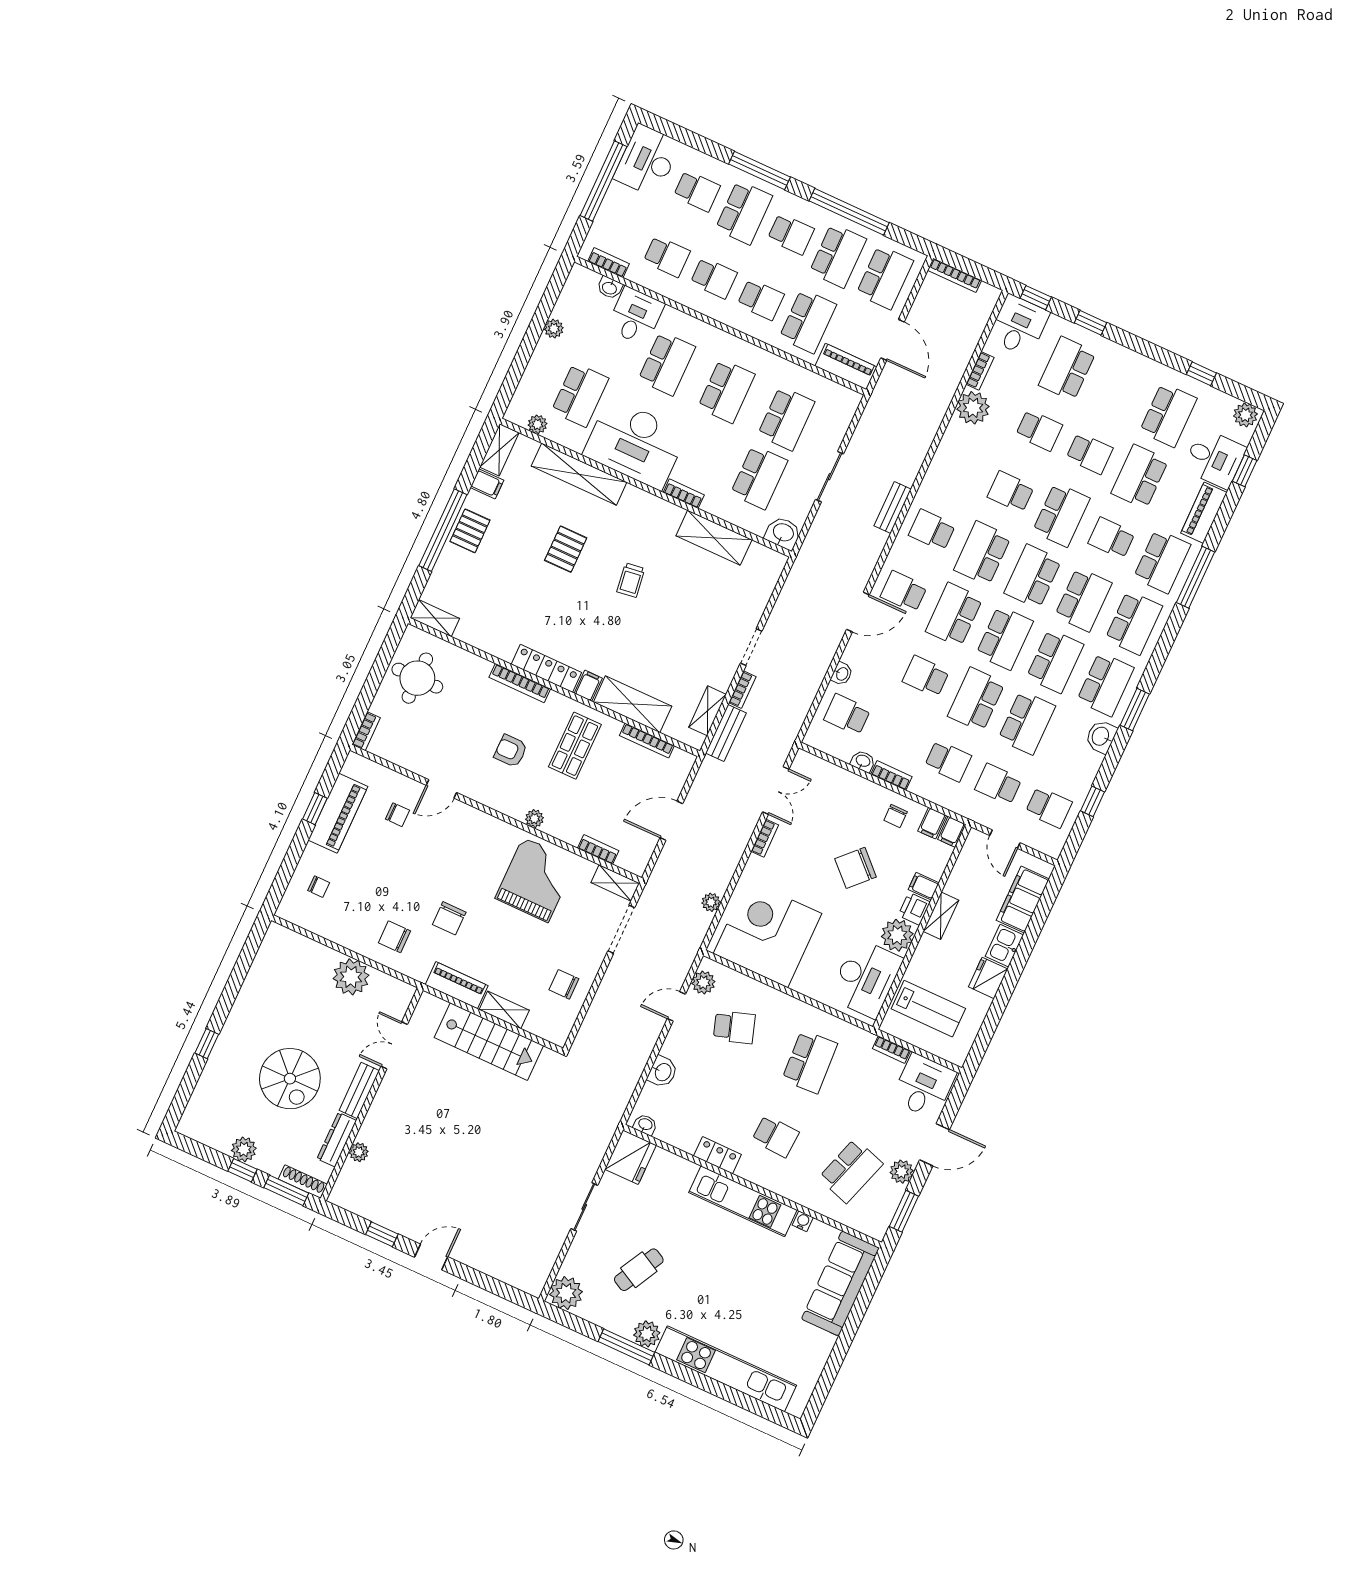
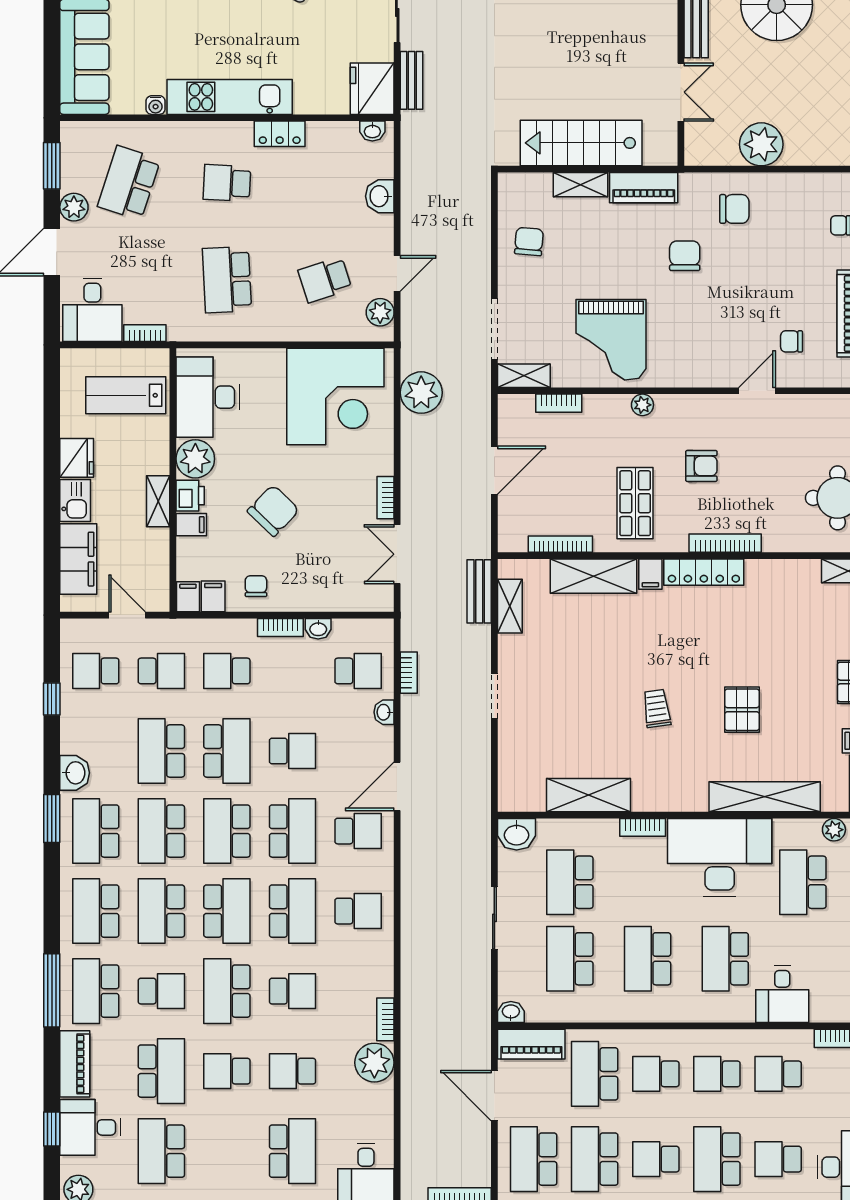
washbasin: (610, 288) -> (511, 1012), moved
bookcase: (980, 371) -> (385, 1019), moved
bench: (893, 507) -> (411, 80), moved
bookcase: (742, 690) -> (409, 673), moved, turned 180
plant: (711, 902) -> (421, 393), width x1.88, depth x1.88
chair: (564, 984) -> (529, 241), turned -85

